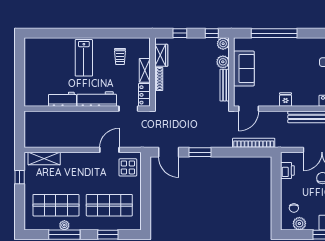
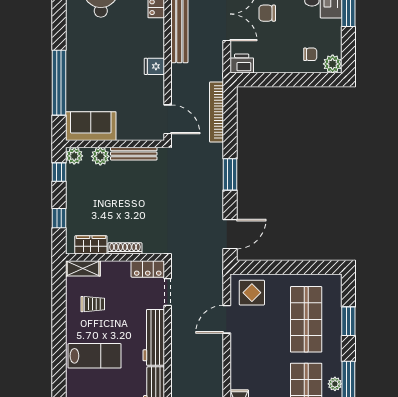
sofa: (244, 69) -> (91, 126), moved
shelving: (145, 70) -> (83, 268), moved
door: (109, 150) -> (227, 319), hinge flipped
window: (200, 152) -> (230, 174), moved
printer: (287, 170) -> (242, 64), moved
plant: (299, 224) -> (333, 64), moved

